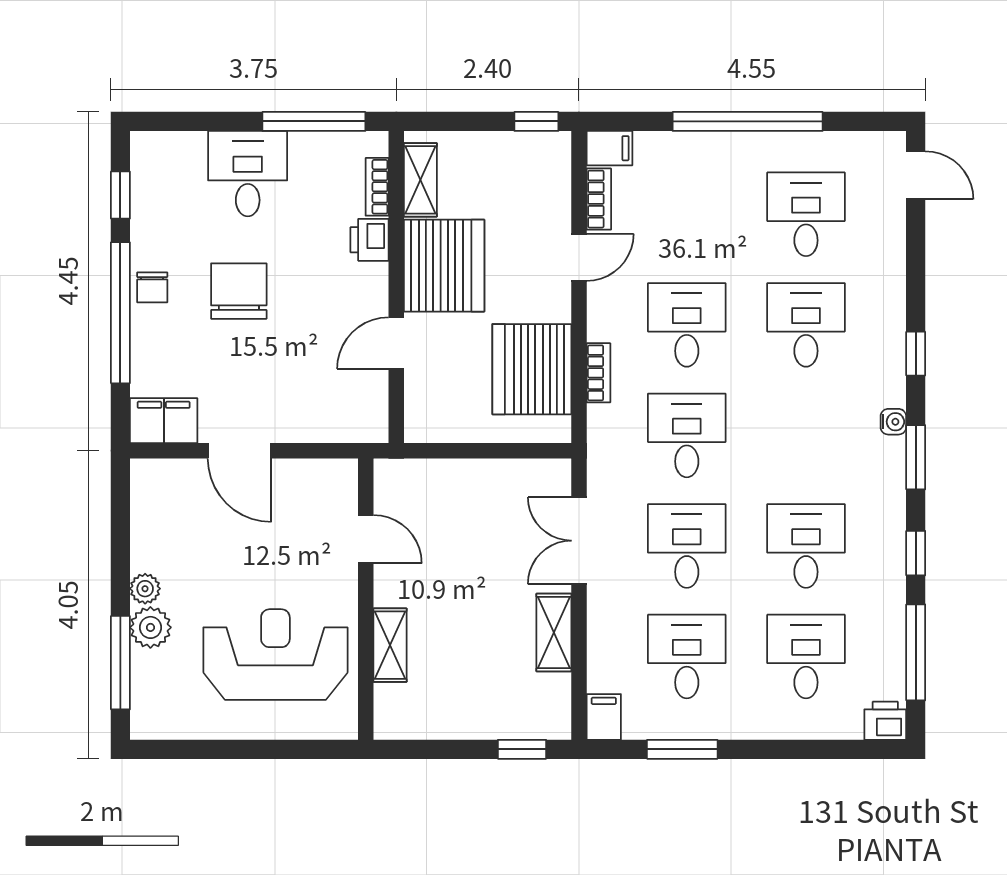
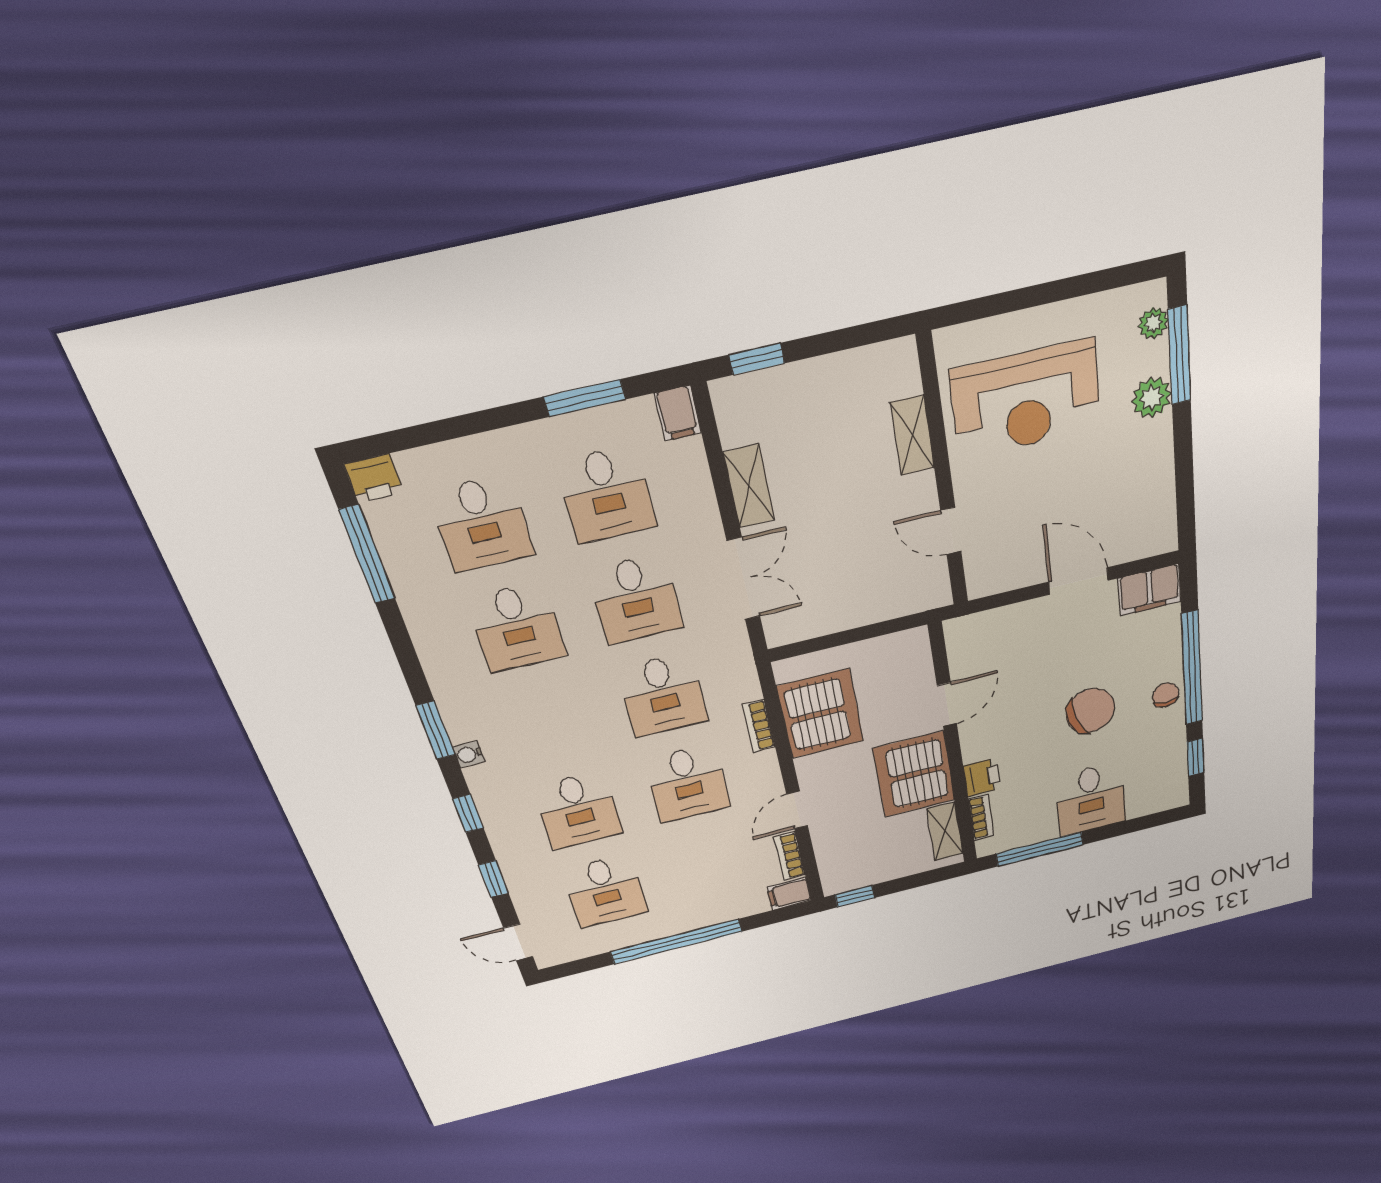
chair: (239, 291) -> (1091, 711), turned -108
window: (916, 553) -> (493, 879), moved
plant: (145, 589) -> (1153, 323), moved

